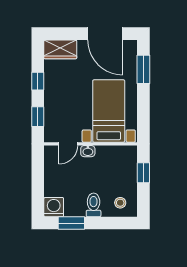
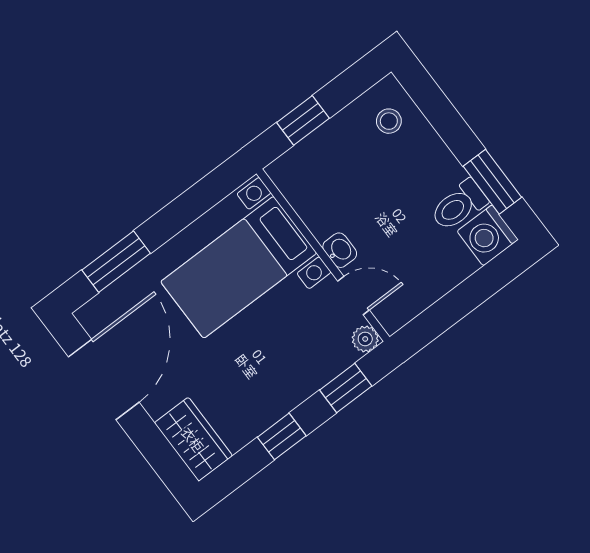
plant: (50, 136) -> (365, 339), added
toilet: (94, 205) -> (459, 205), moved

